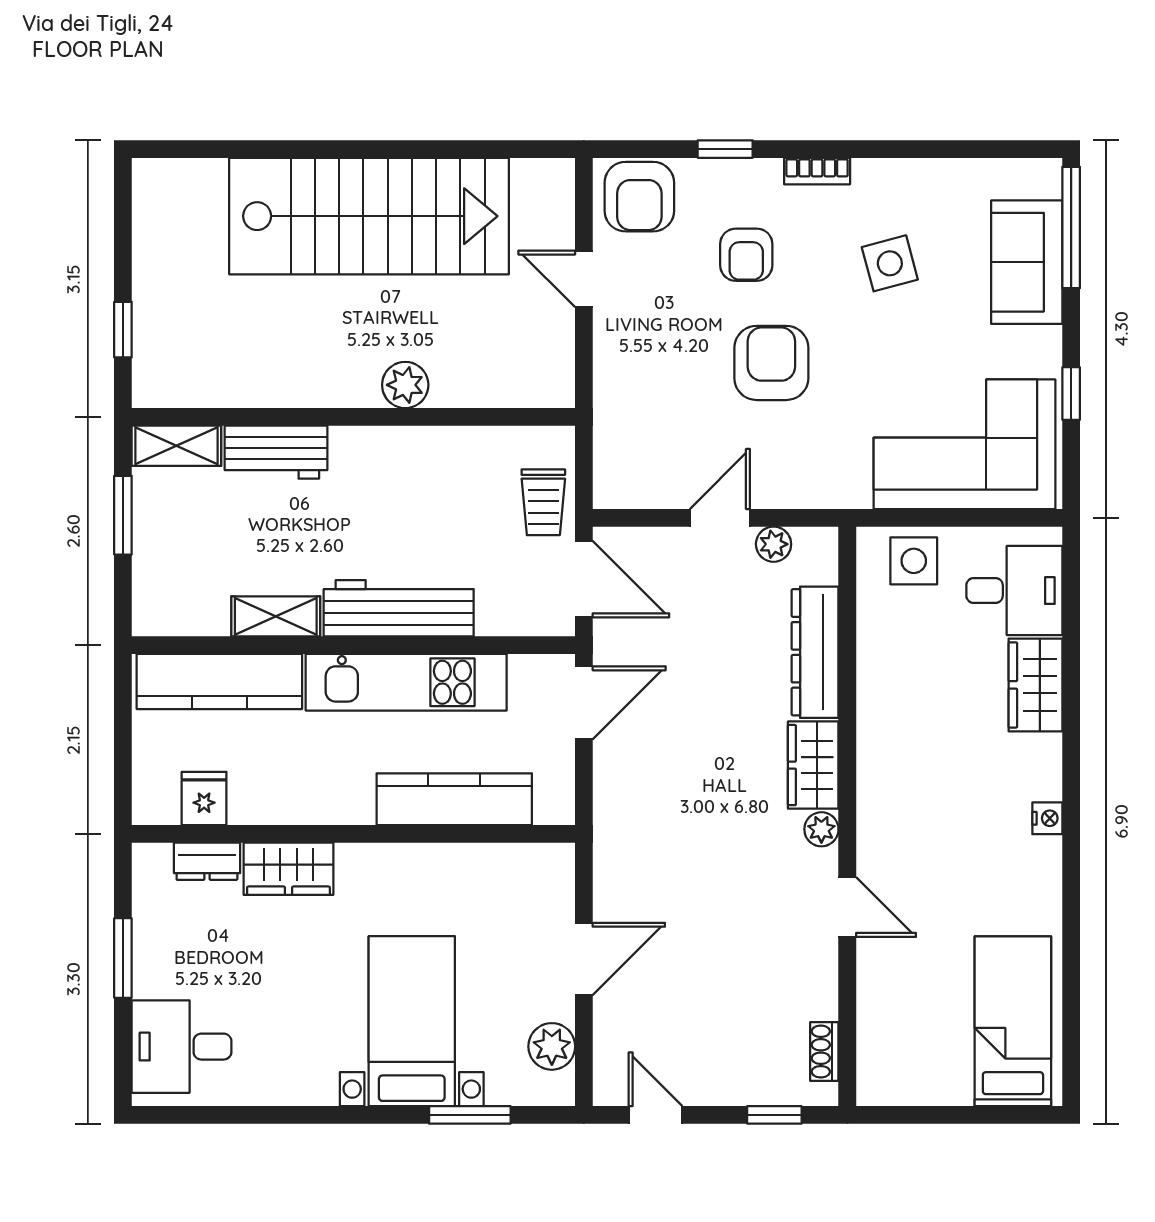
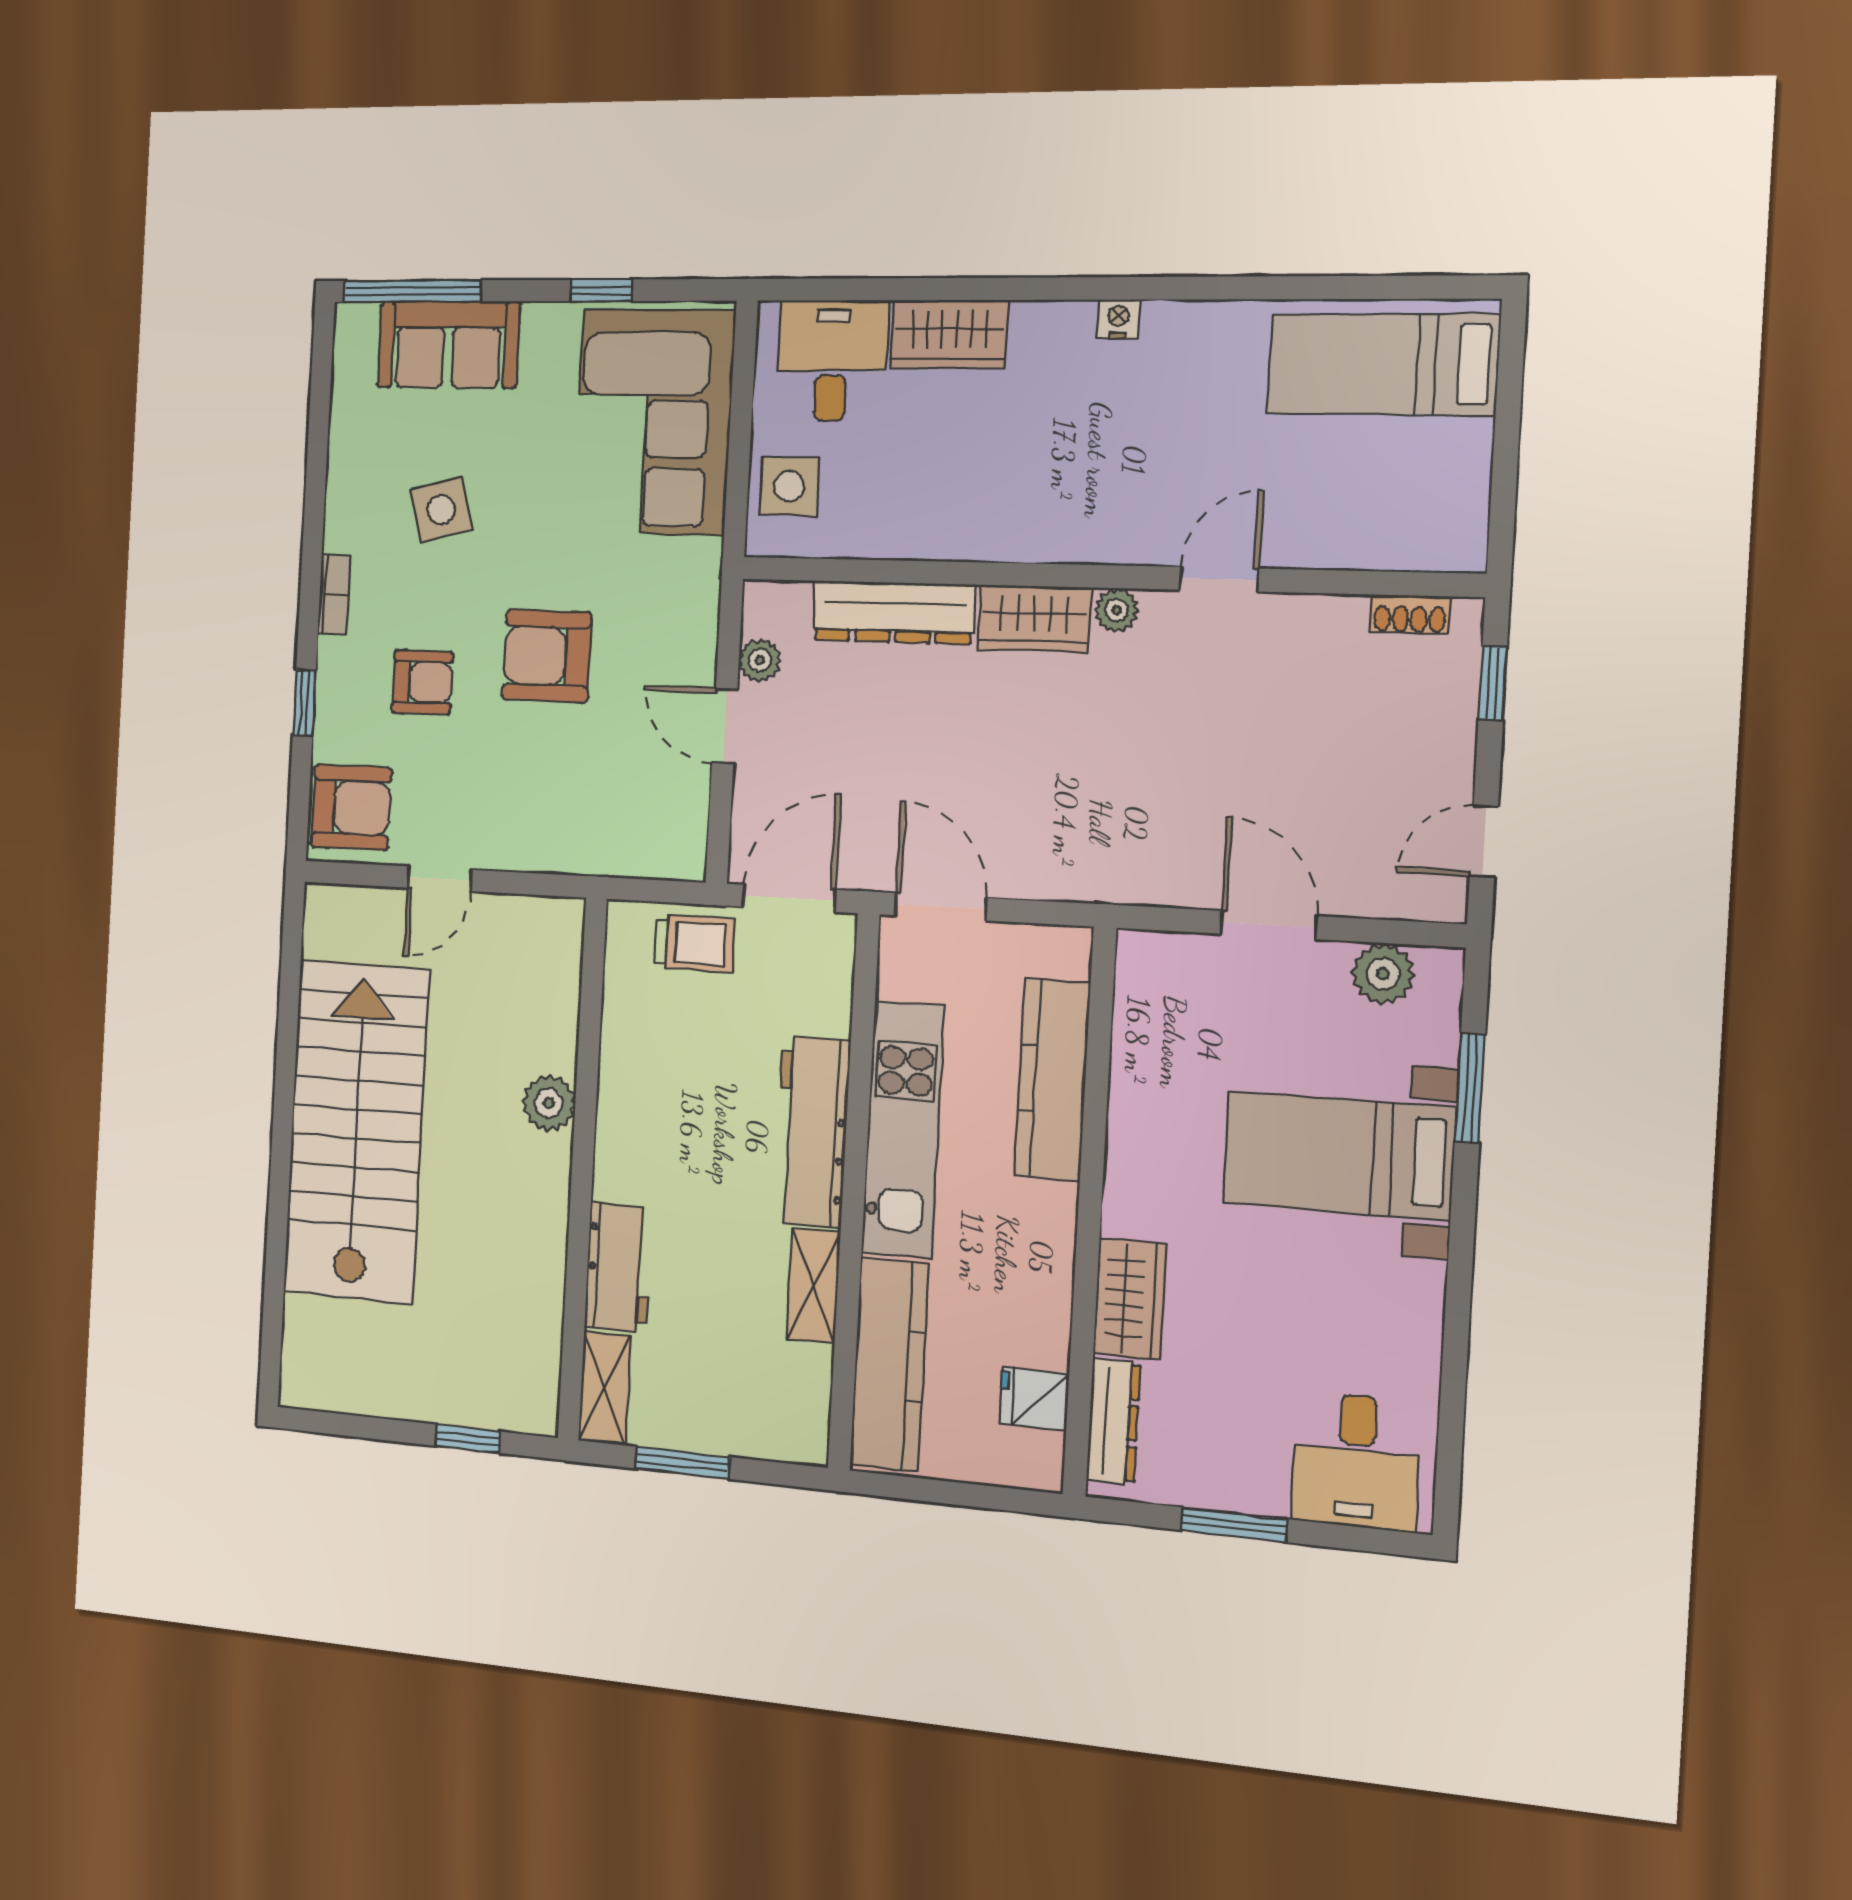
dresser: (207, 861) -> (1113, 1421), width x1.44

